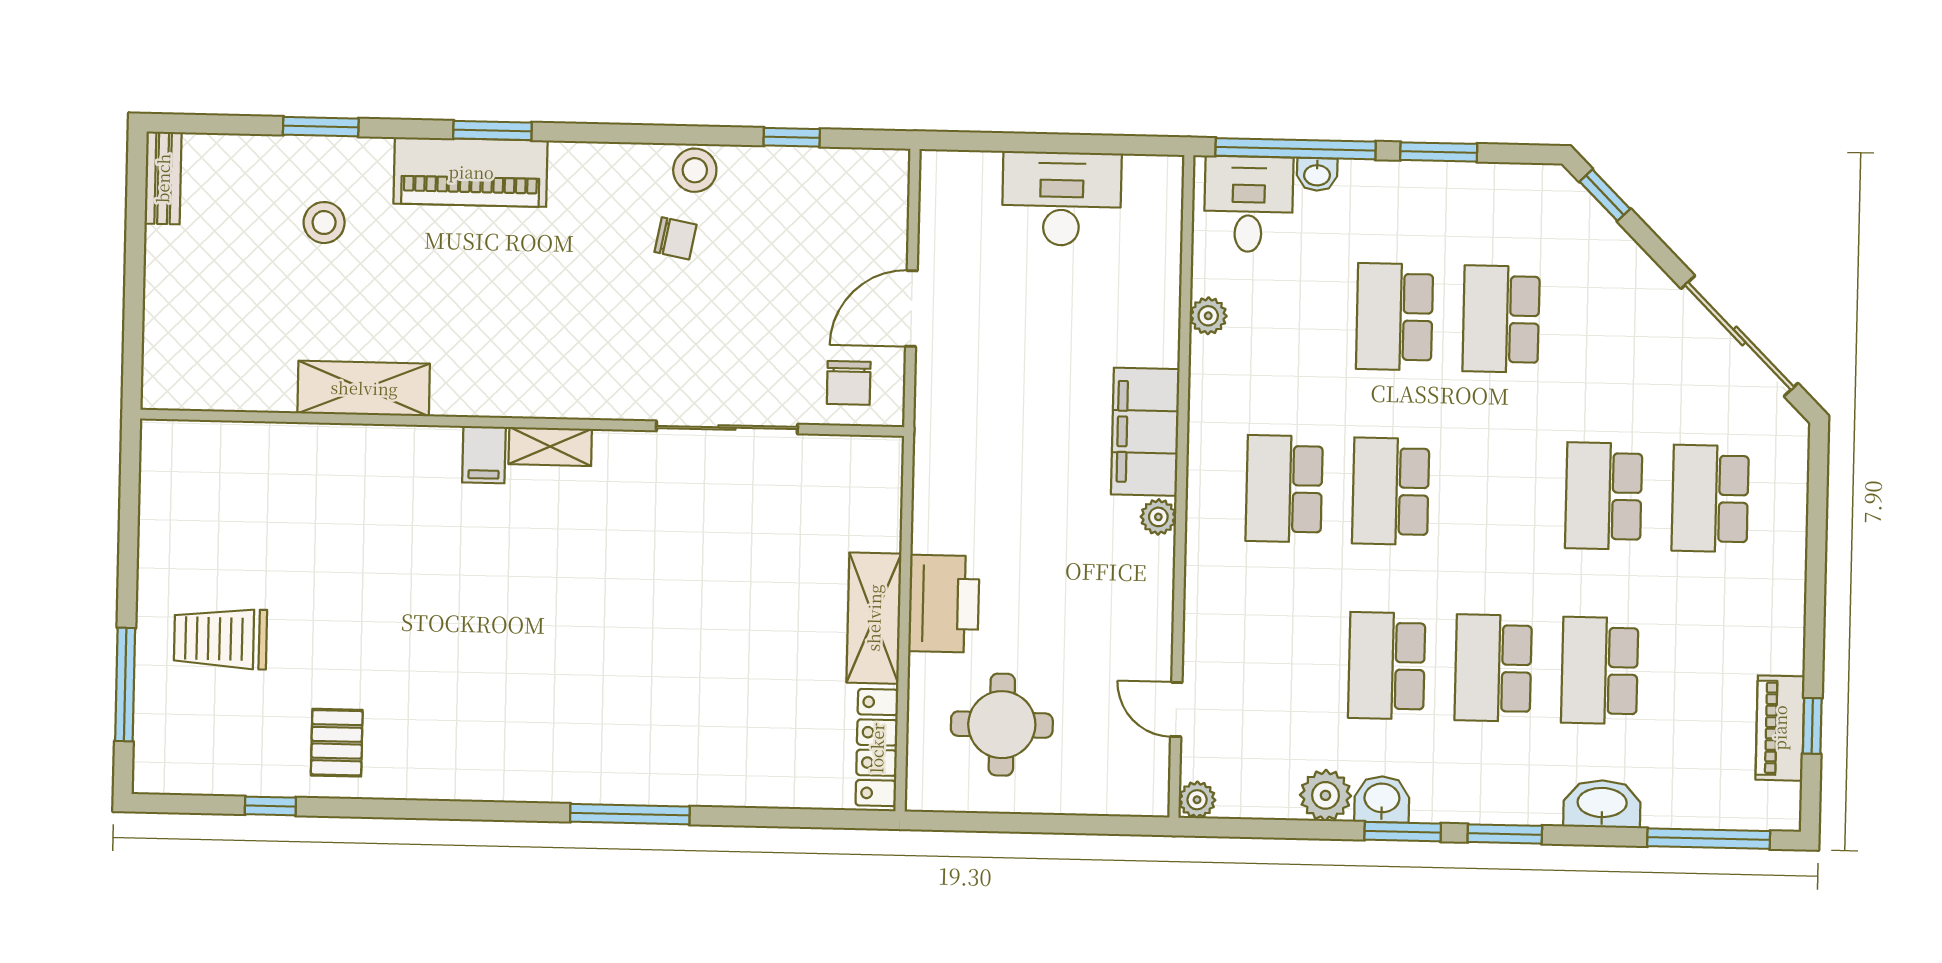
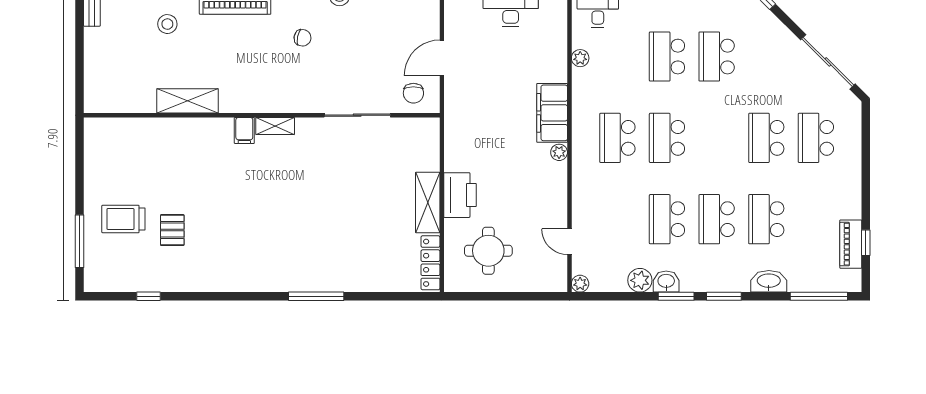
chair: (675, 238) -> (302, 38), moved
pallet: (337, 743) -> (172, 230), moved

